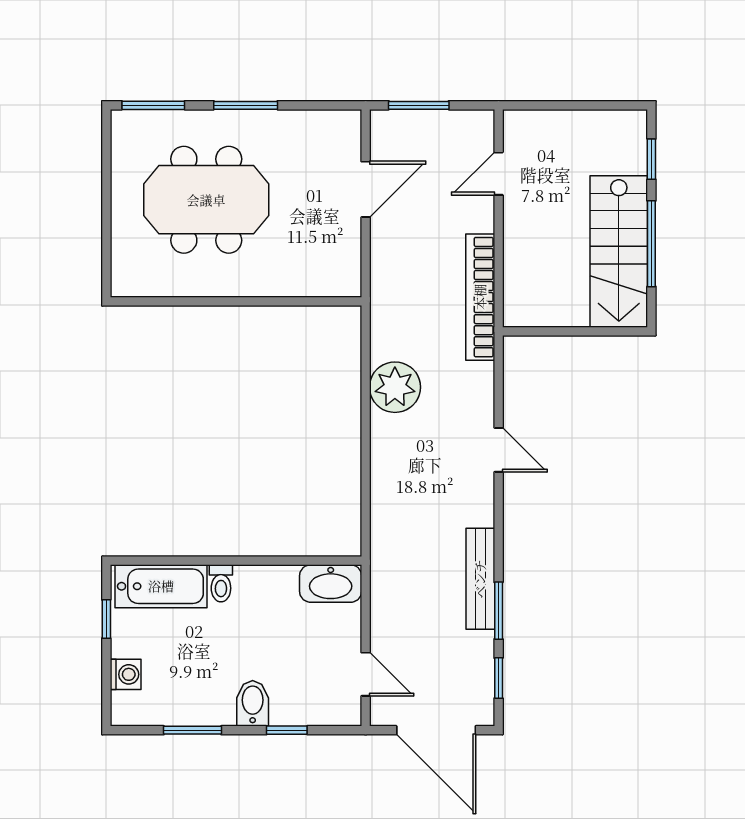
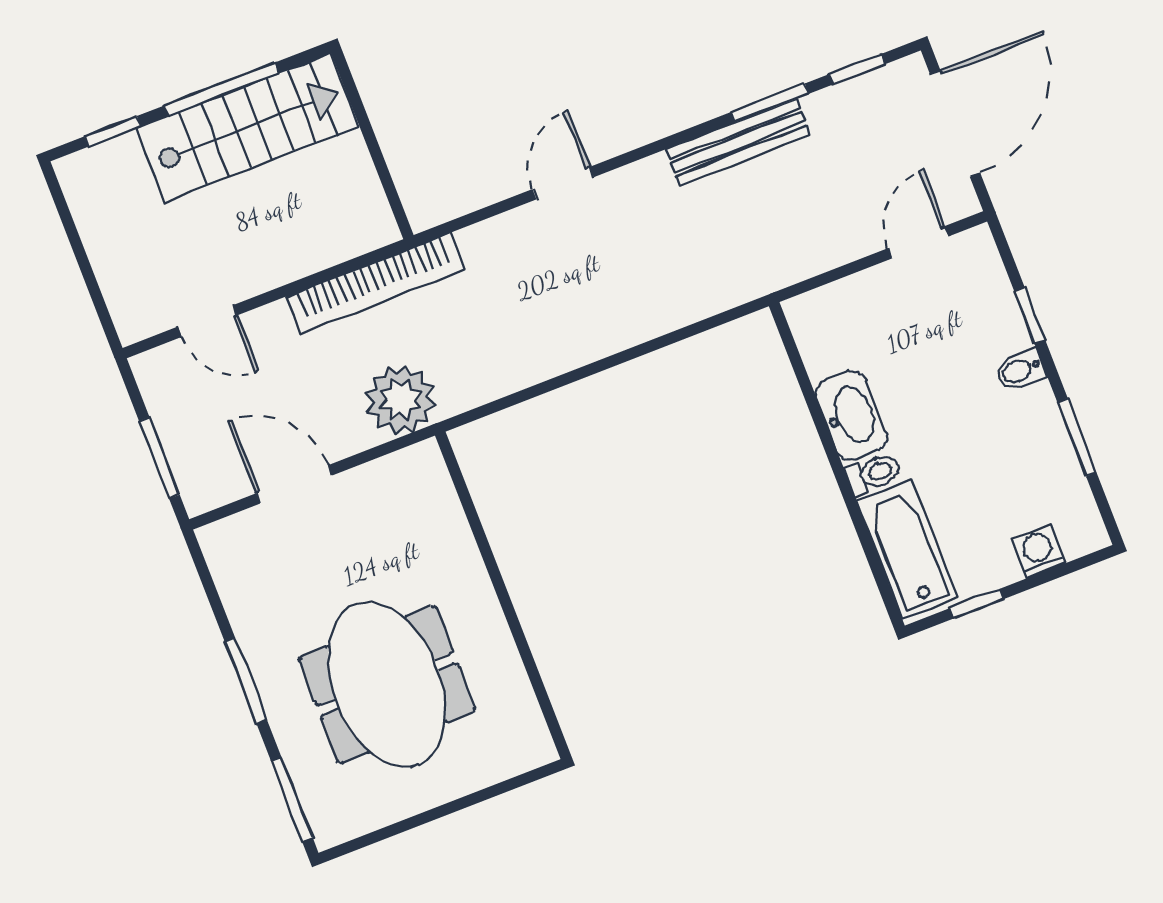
plant: (395, 387) -> (400, 400), moved
washbasin: (331, 584) -> (851, 416), moved
bidet: (253, 703) -> (1020, 370), width x0.72, depth x0.74

